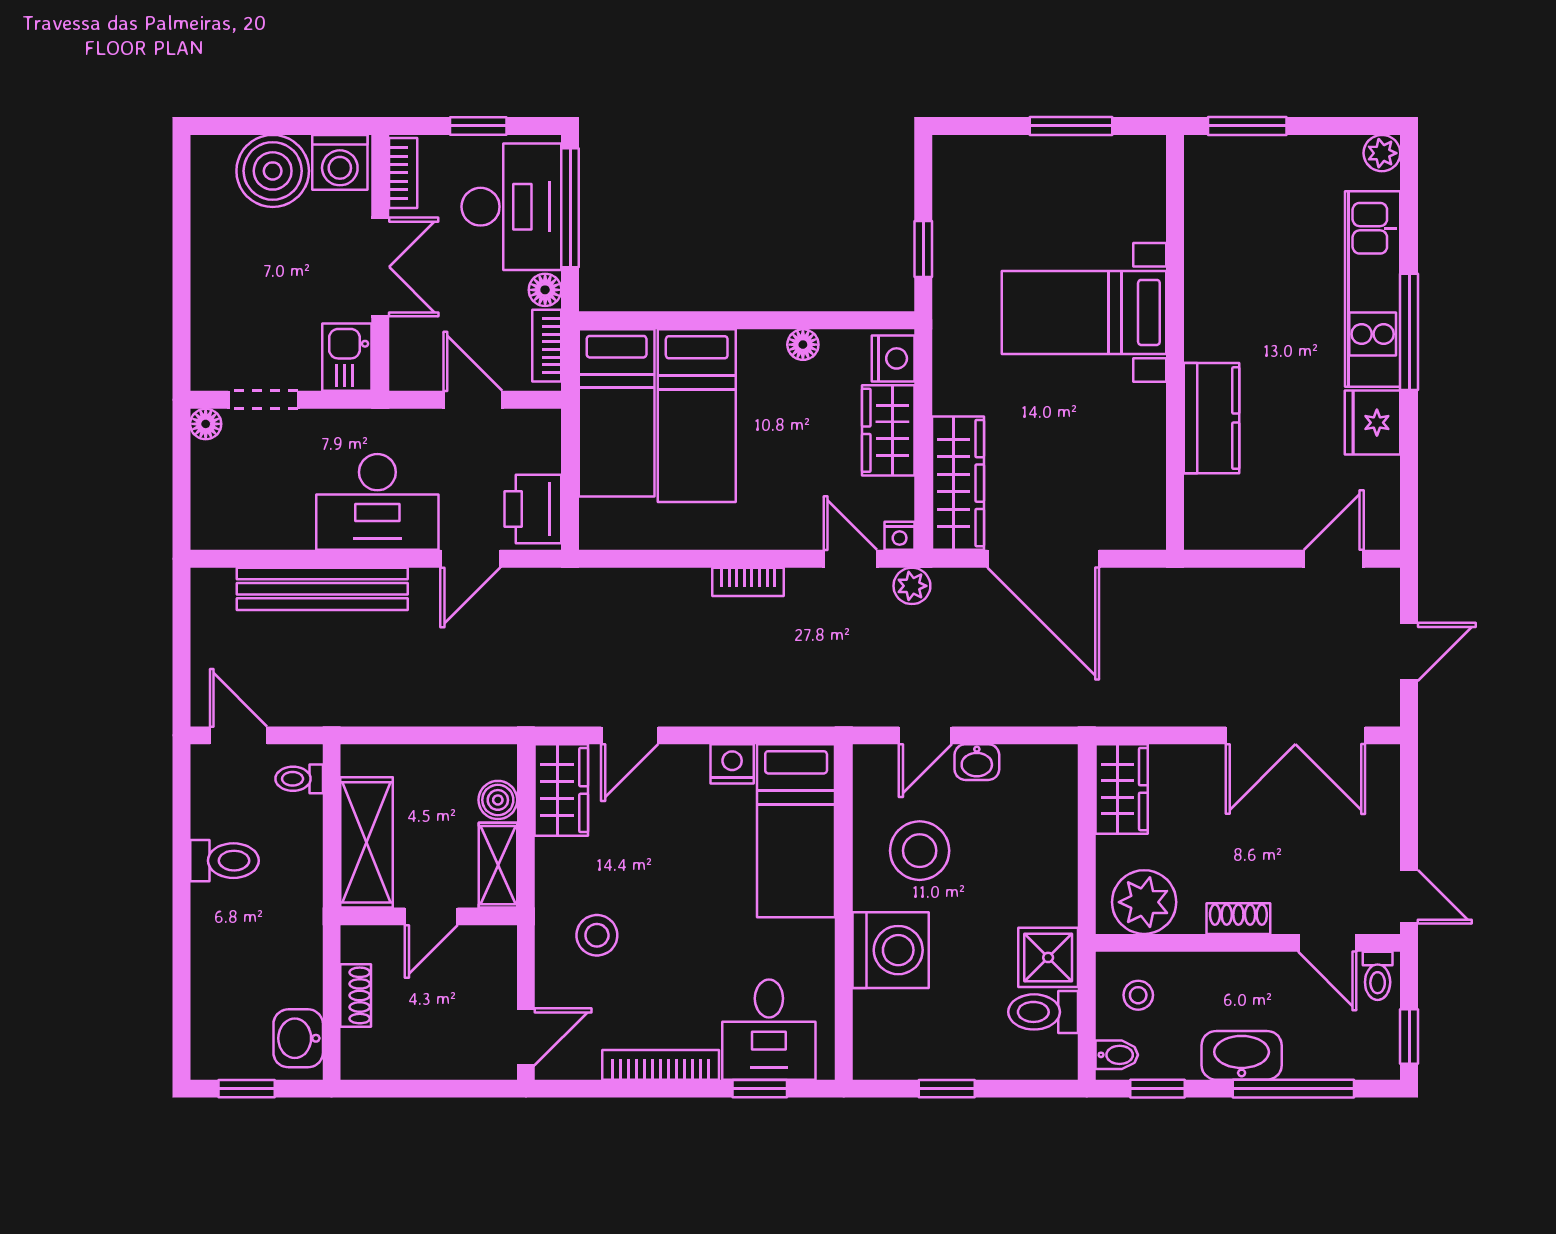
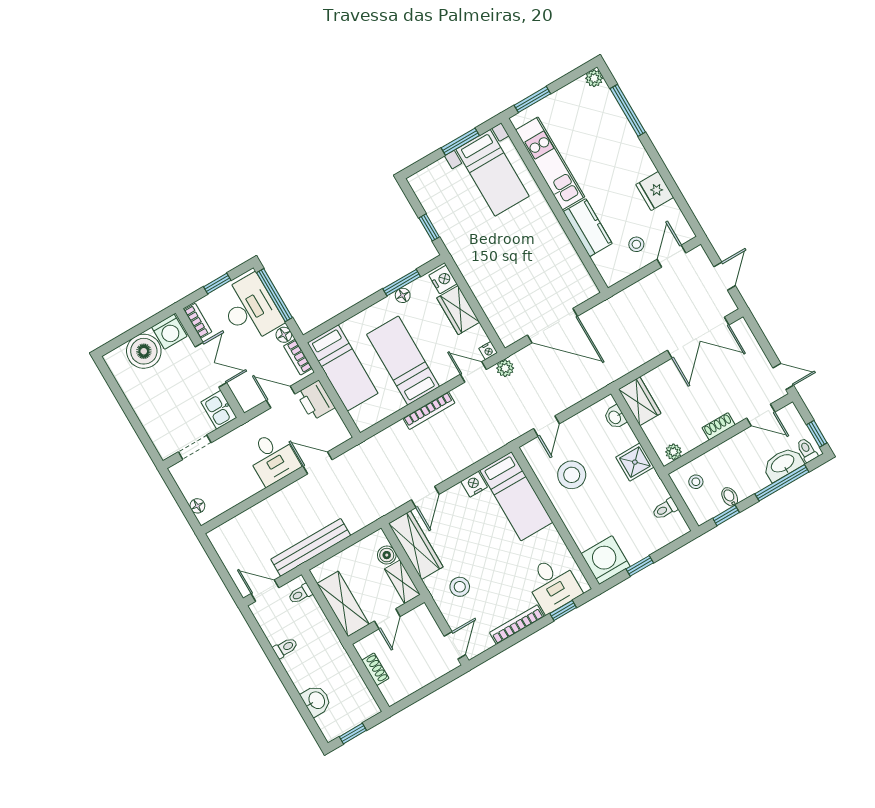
kitchen unit: (1373, 289) -> (550, 163), moved, turned 180
bed with nightstands: (1084, 312) -> (493, 173), moved, turned -90
window: (815, 320) -> (402, 283), added
window: (1409, 332) -> (628, 110), moved
bed: (697, 416) -> (403, 361), moved, turned 180
floor lamp: (206, 424) -> (197, 506), moved
wardrobe: (958, 483) -> (499, 315), removed
stool: (1282, 500) -> (636, 244), added
desk: (377, 502) -> (273, 458), width x0.73
printer: (533, 509) -> (316, 400), moved
door: (470, 559) -> (318, 463), swing flipped
bookcase: (748, 582) -> (429, 411), width x1.56
bench: (322, 589) -> (311, 547), moved
washbasin: (977, 762) -> (615, 417), moved, turned 90
wardrobe: (561, 790) -> (416, 545), width x1.50
toilet: (224, 861) -> (285, 648), width x0.73, depth x0.72
plant: (1144, 902) -> (673, 452), width x0.53, depth x0.53
washing machine: (891, 950) -> (606, 560), moved, turned -90
shower: (1048, 957) -> (635, 462), moved
toilet: (1378, 976) -> (807, 450), moved, turned 180
toilet: (1043, 1012) -> (665, 509), width x0.73, depth x0.72
washbasin: (298, 1038) -> (316, 701), moved, turned 180
bidet: (1117, 1055) -> (730, 497), moved, turned -90
washbasin: (1242, 1055) -> (783, 464), moved

